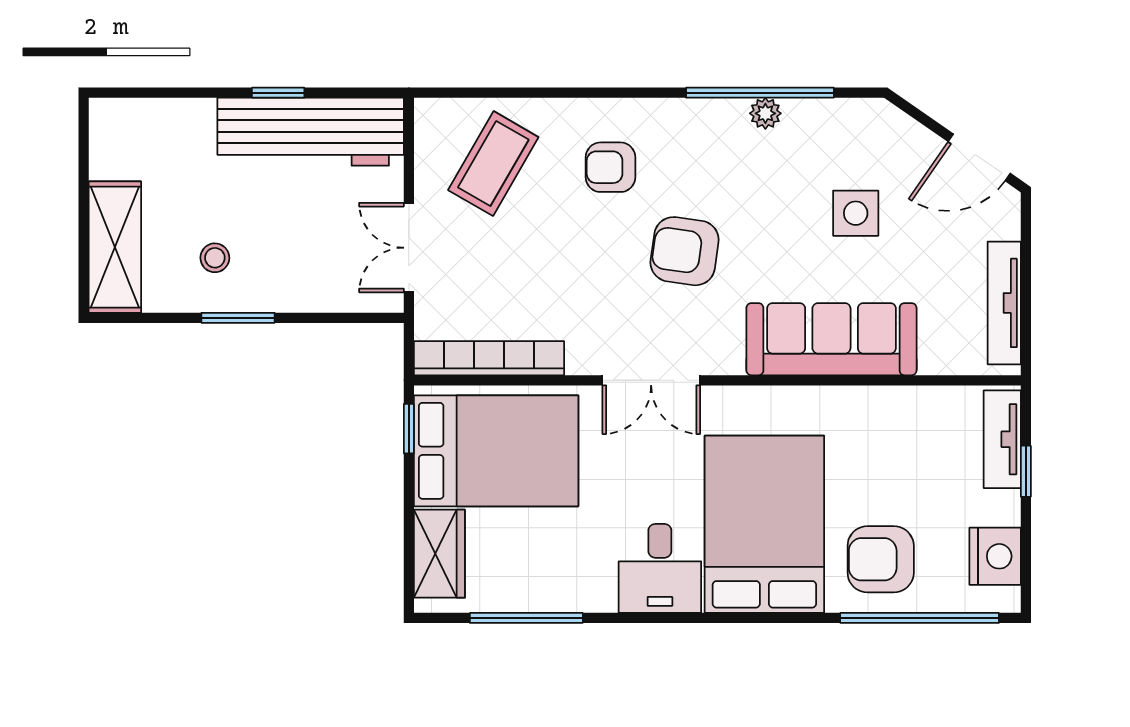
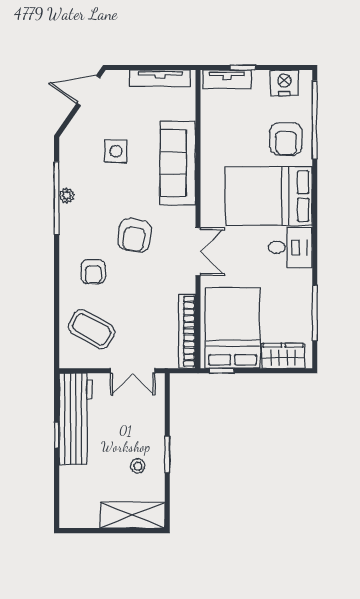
door: (979, 157) -> (88, 90), swing flipped

